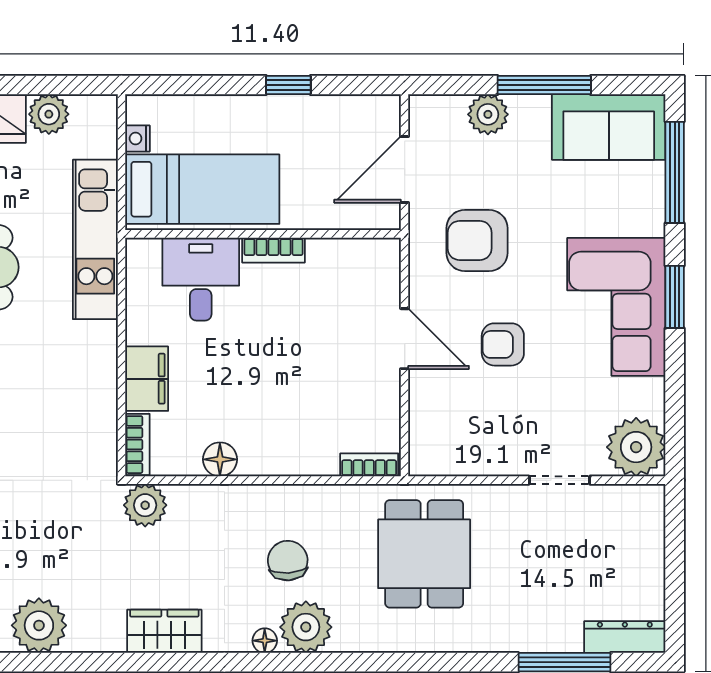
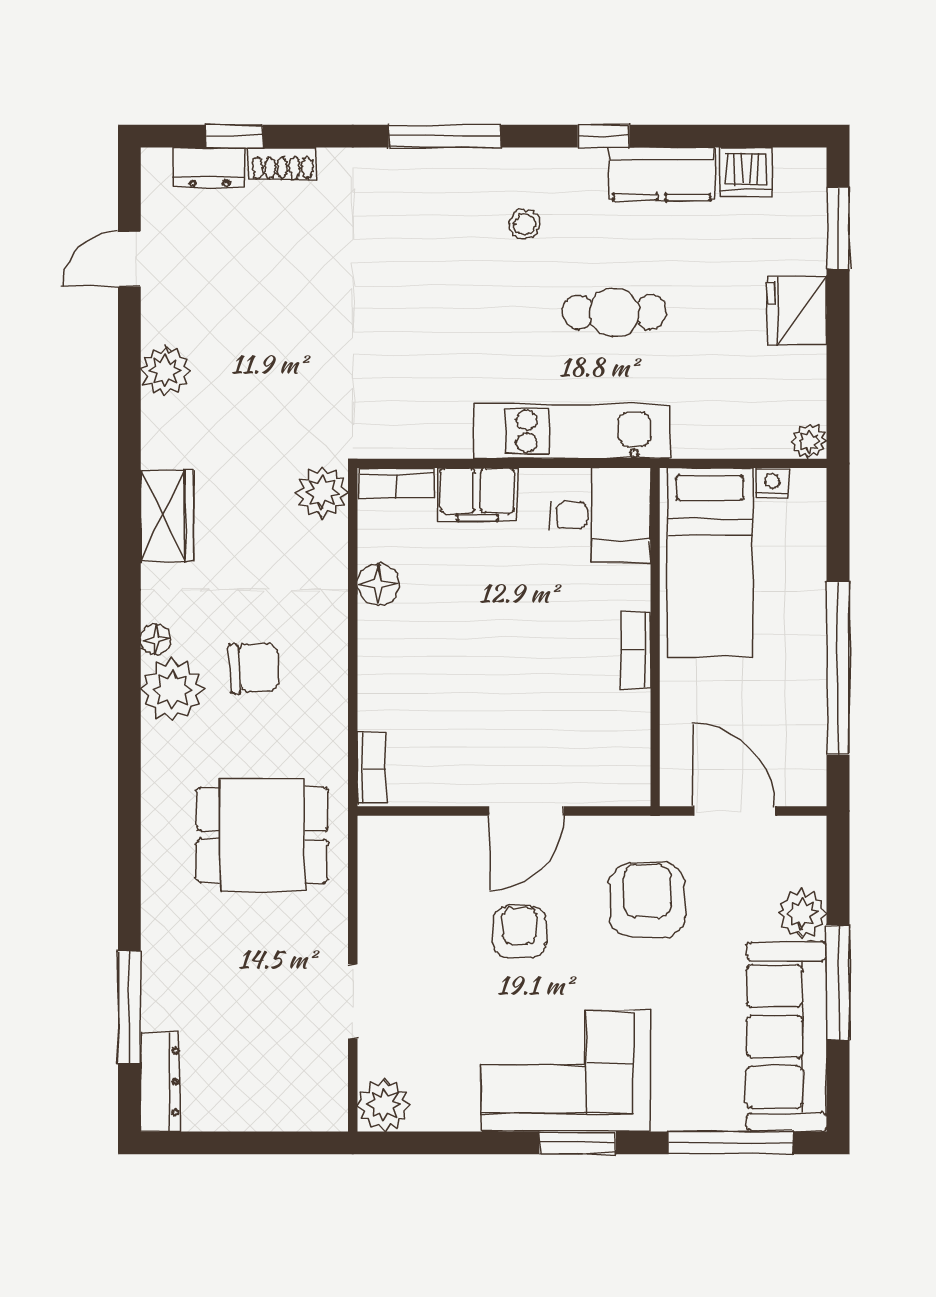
window: (288, 85) -> (838, 668), width x3.17
plant: (49, 114) -> (809, 441), moved, width x0.73, depth x0.73
sofa: (609, 127) -> (786, 1037), width x1.36
kitchen unit: (95, 239) -> (572, 431), moved
desk: (201, 279) -> (600, 515), moved
plant: (636, 447) -> (384, 1105), width x0.73, depth x0.73
plant: (39, 625) -> (165, 371), width x0.73, depth x0.73

